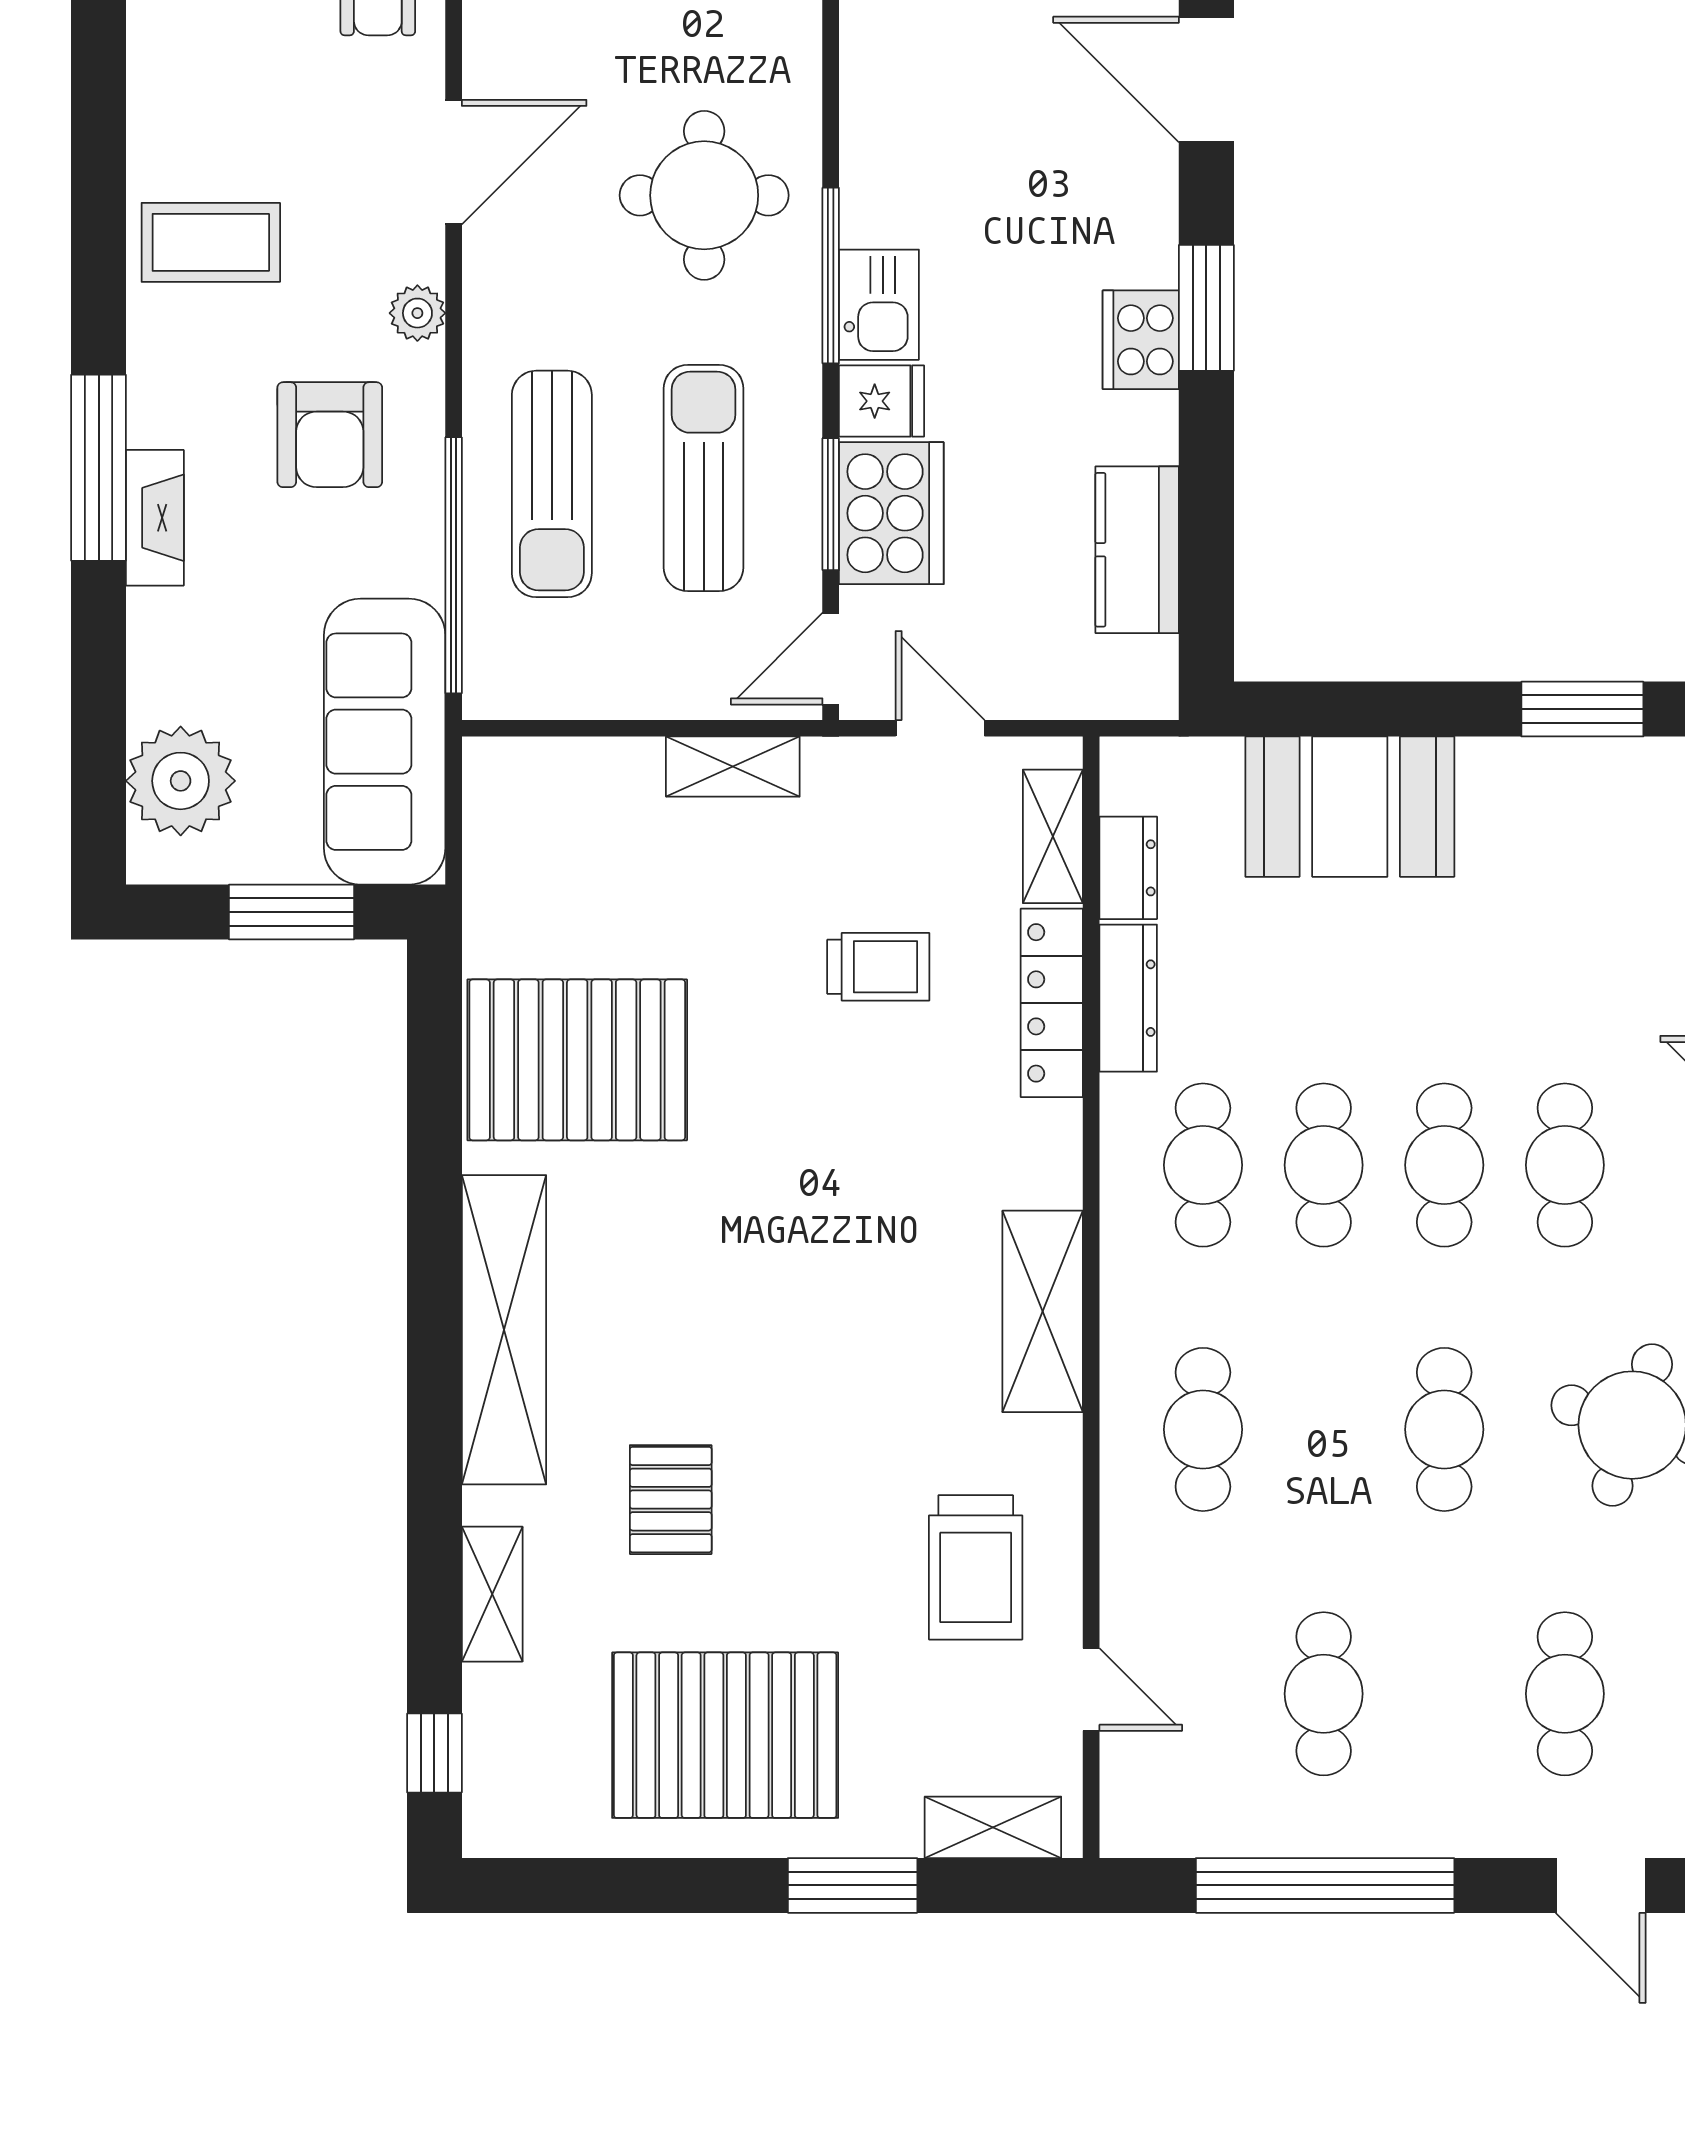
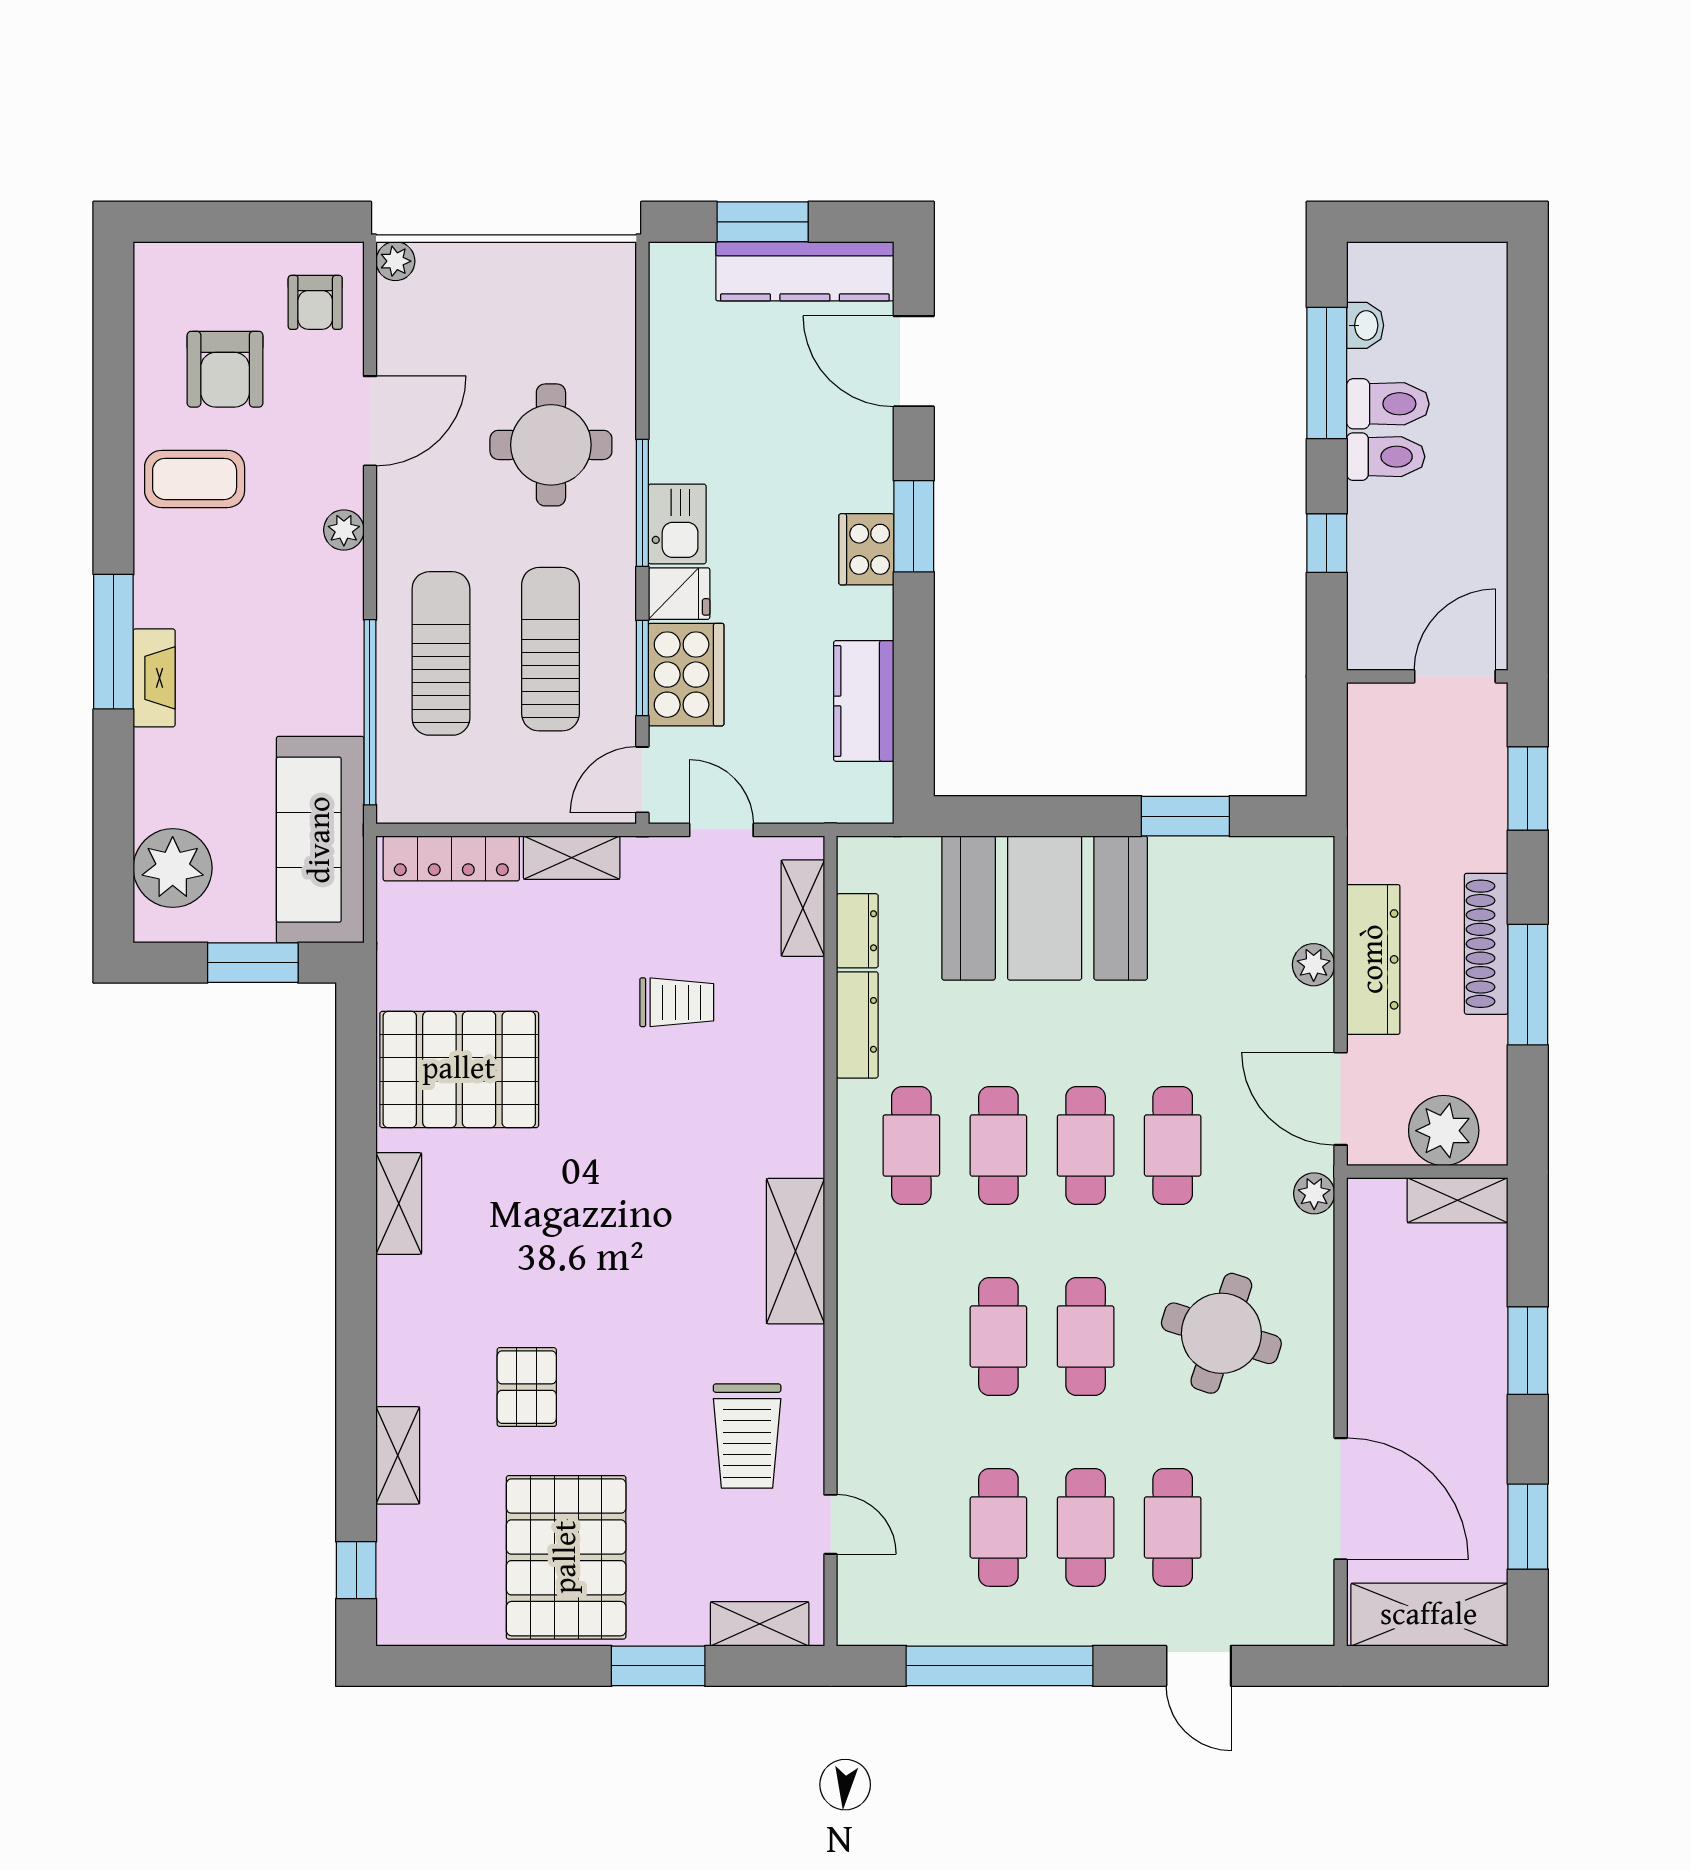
armchair: (330, 435) -> (225, 369), moved
sun lounger: (552, 484) -> (441, 653), turned 180
booth: (1350, 807) -> (1045, 908), width x1.36, depth x1.42
locker: (1052, 1003) -> (451, 858), moved, turned -90
shelving: (504, 1330) -> (399, 1203), width x0.45, depth x0.75
cafe table: (1203, 1429) -> (998, 1336), moved
cafe table: (1444, 1694) -> (1086, 1527), added
pallet: (725, 1735) -> (566, 1557), turned 90

